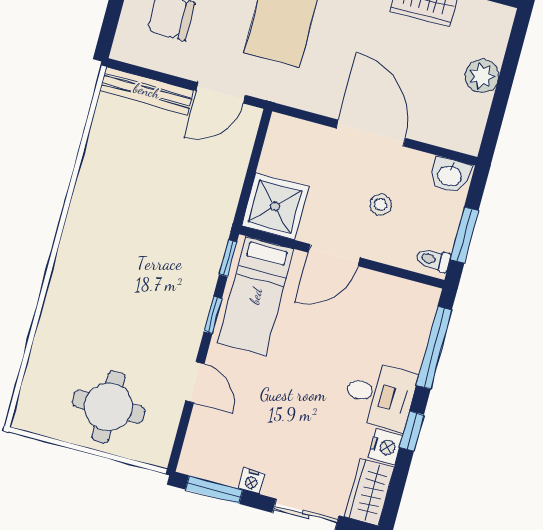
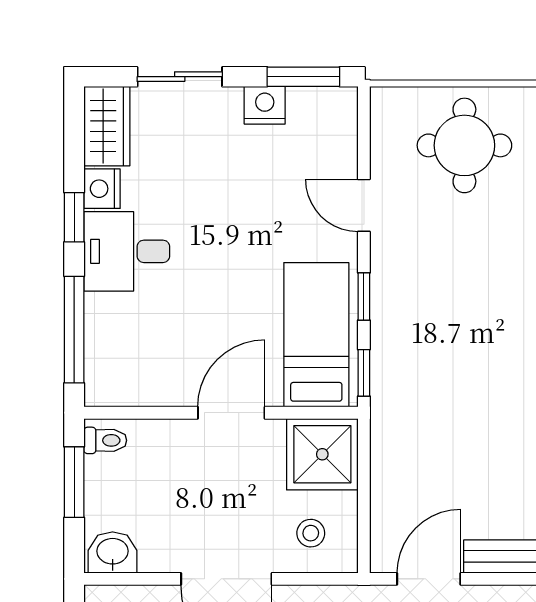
stool: (381, 205) -> (311, 533), moved
nightstand: (252, 481) -> (265, 105), width x1.39, depth x1.35

